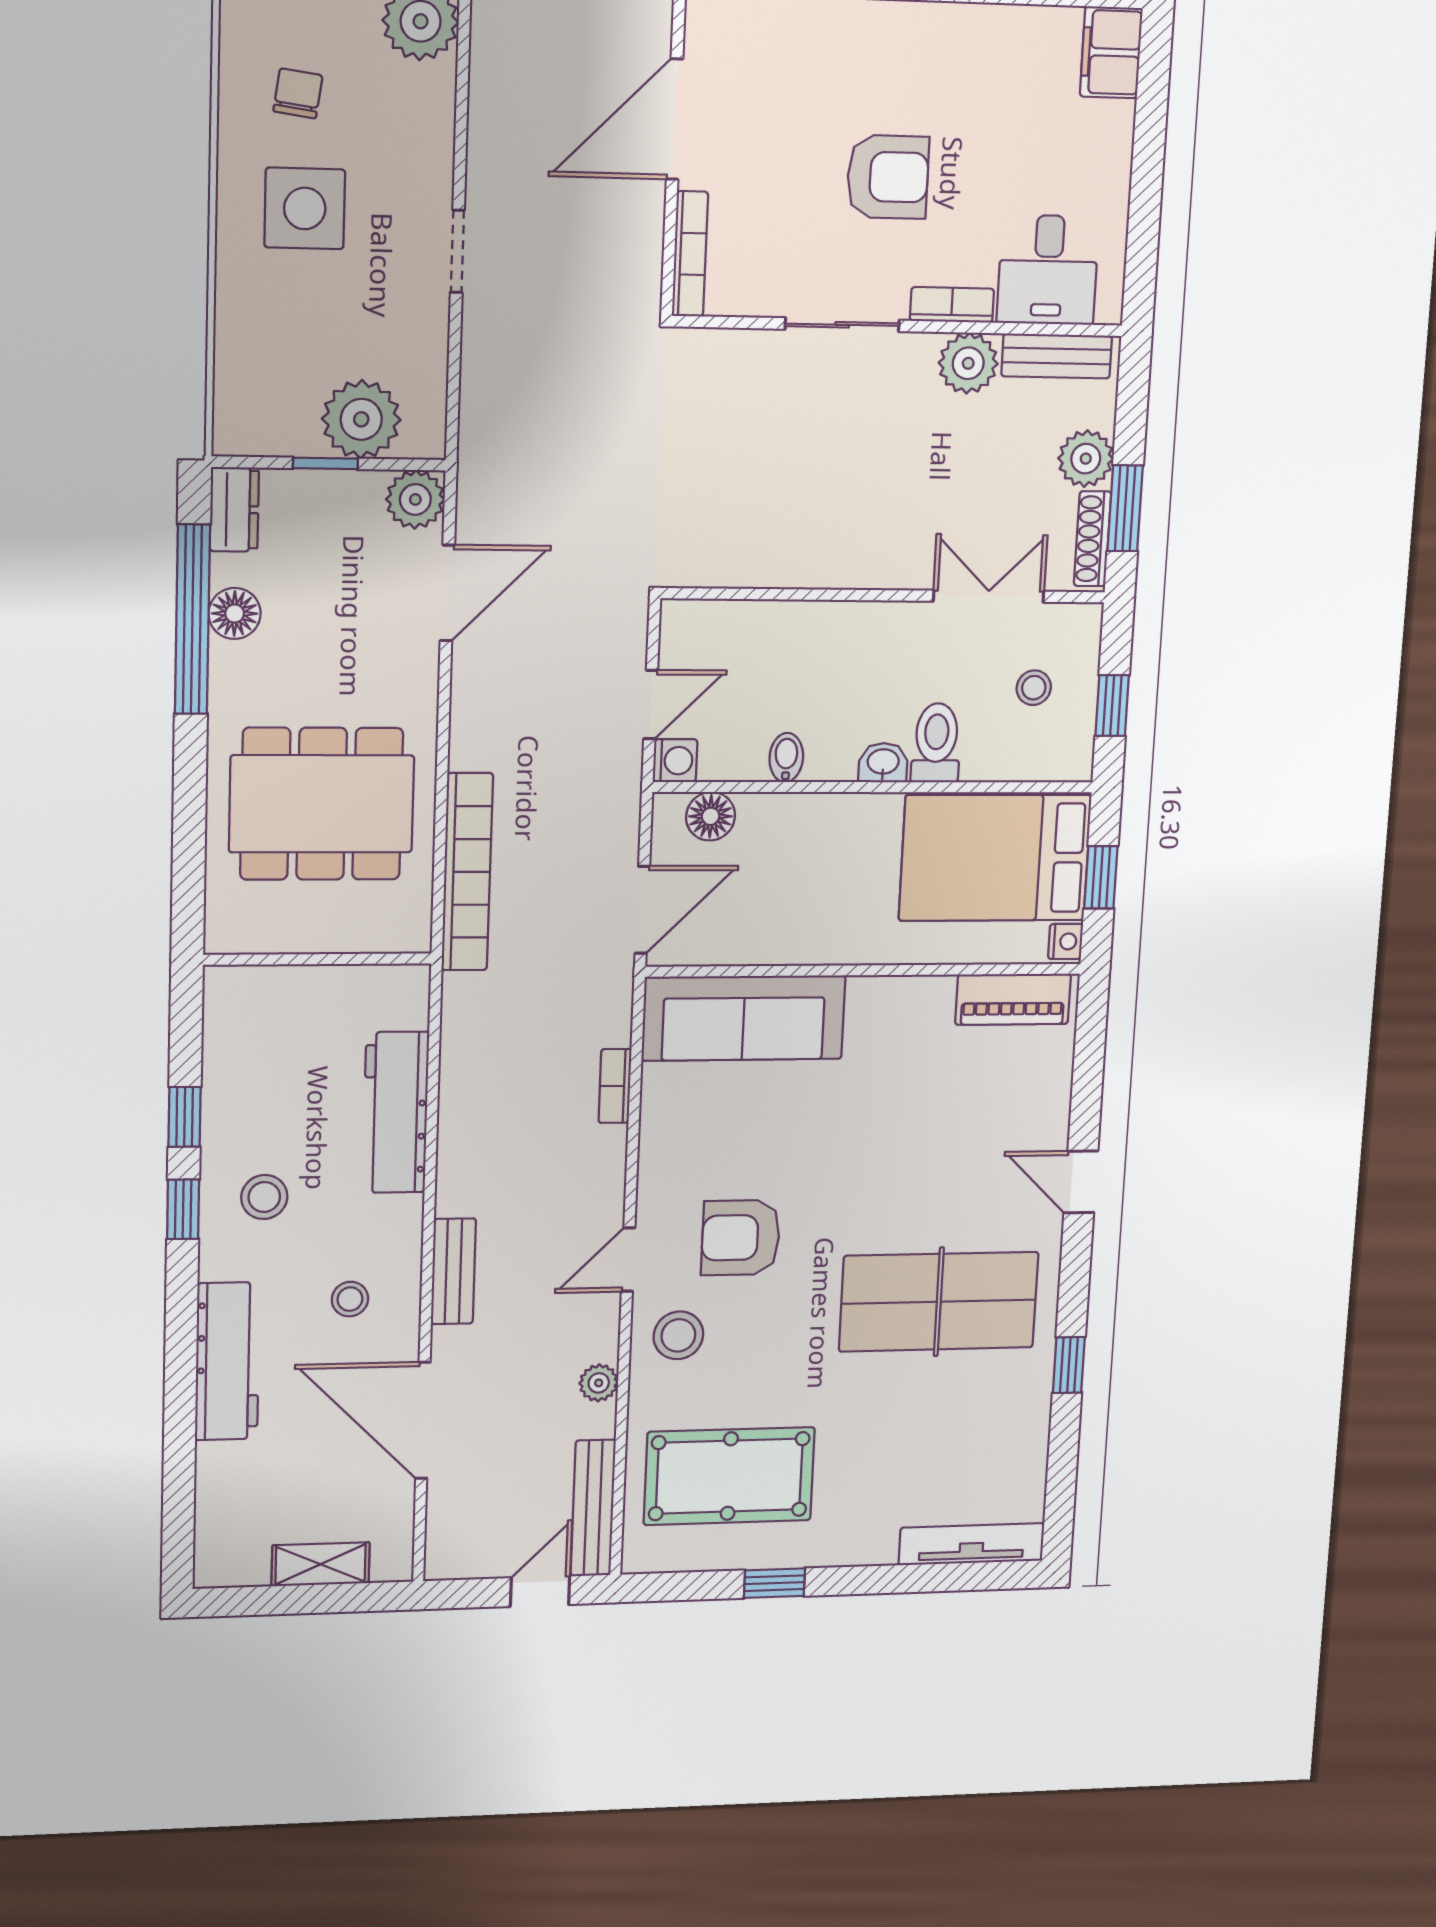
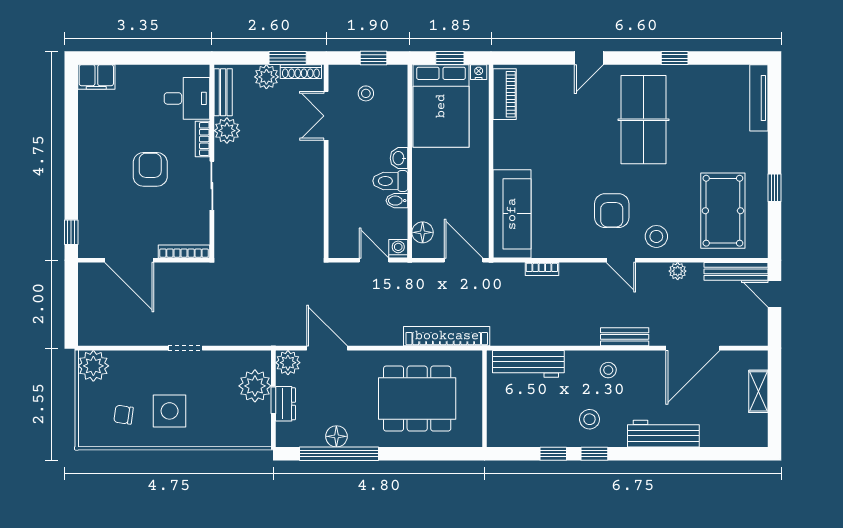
dresser: (234, 509) -> (285, 404), moved, turned 90
toilet: (936, 743) -> (390, 181), moved
dining table: (322, 804) -> (417, 399), turned 90
workbench: (396, 1112) -> (528, 364), moved
stool: (350, 1299) -> (608, 370), moved

